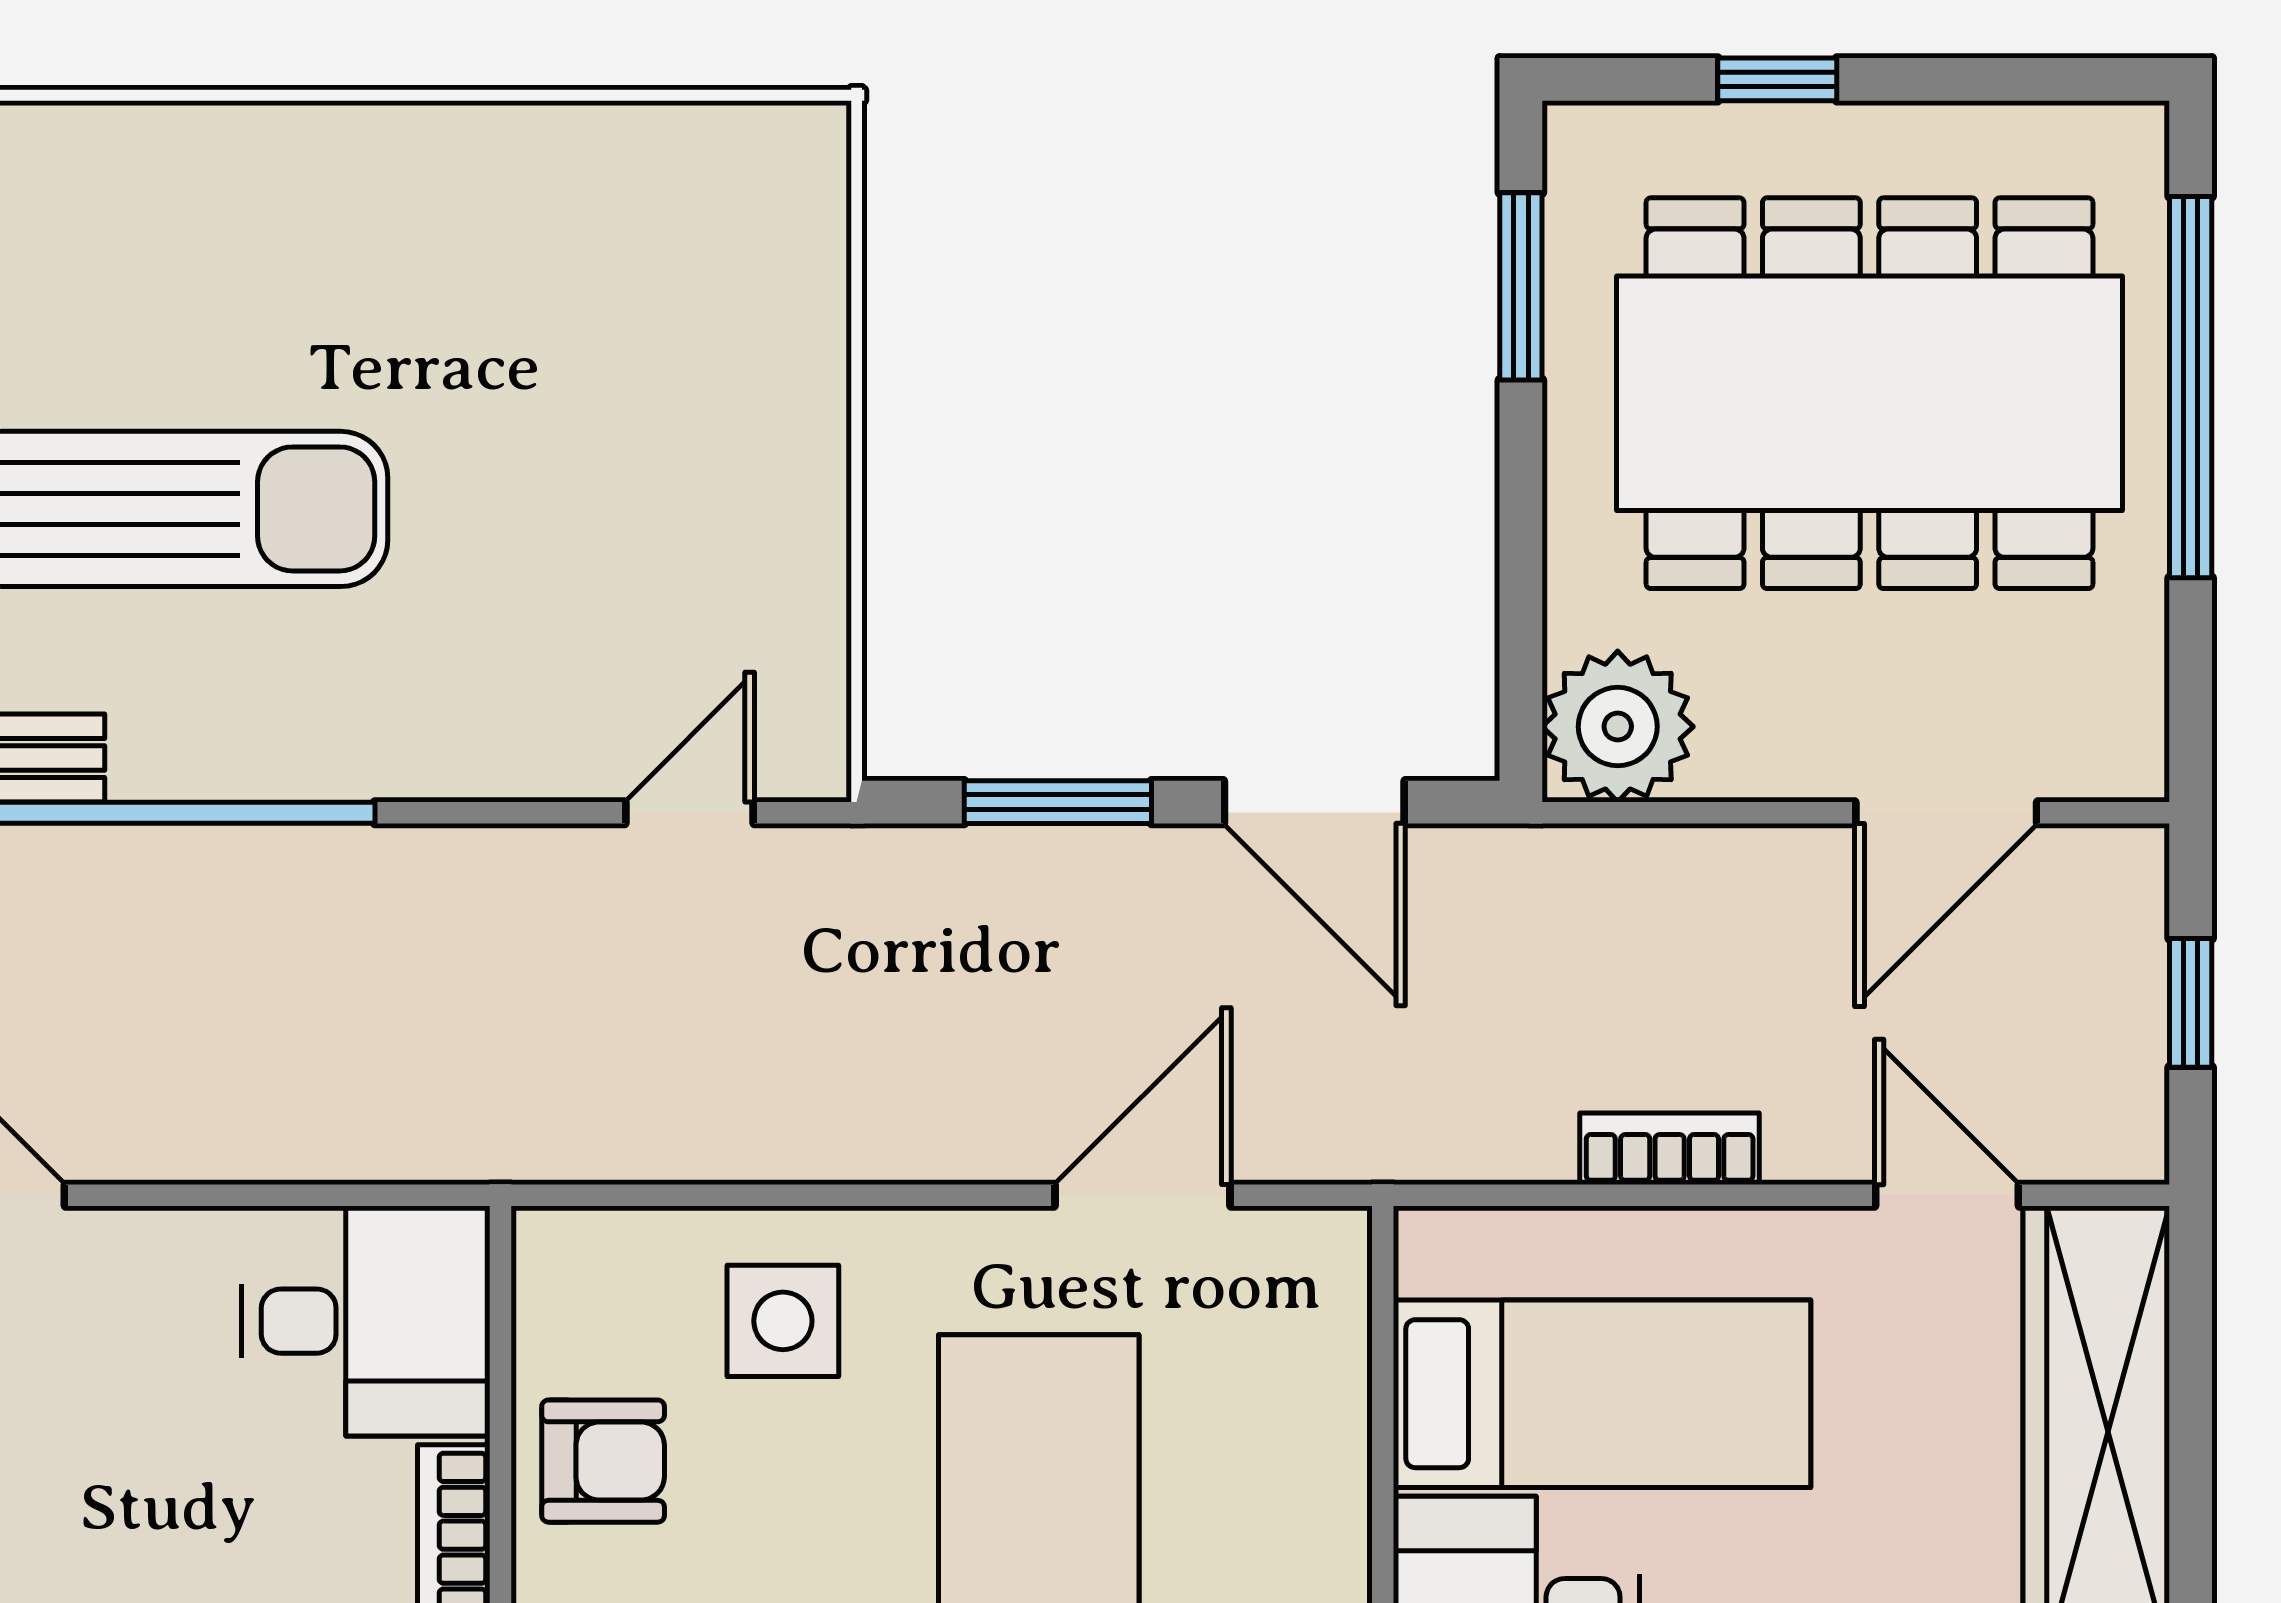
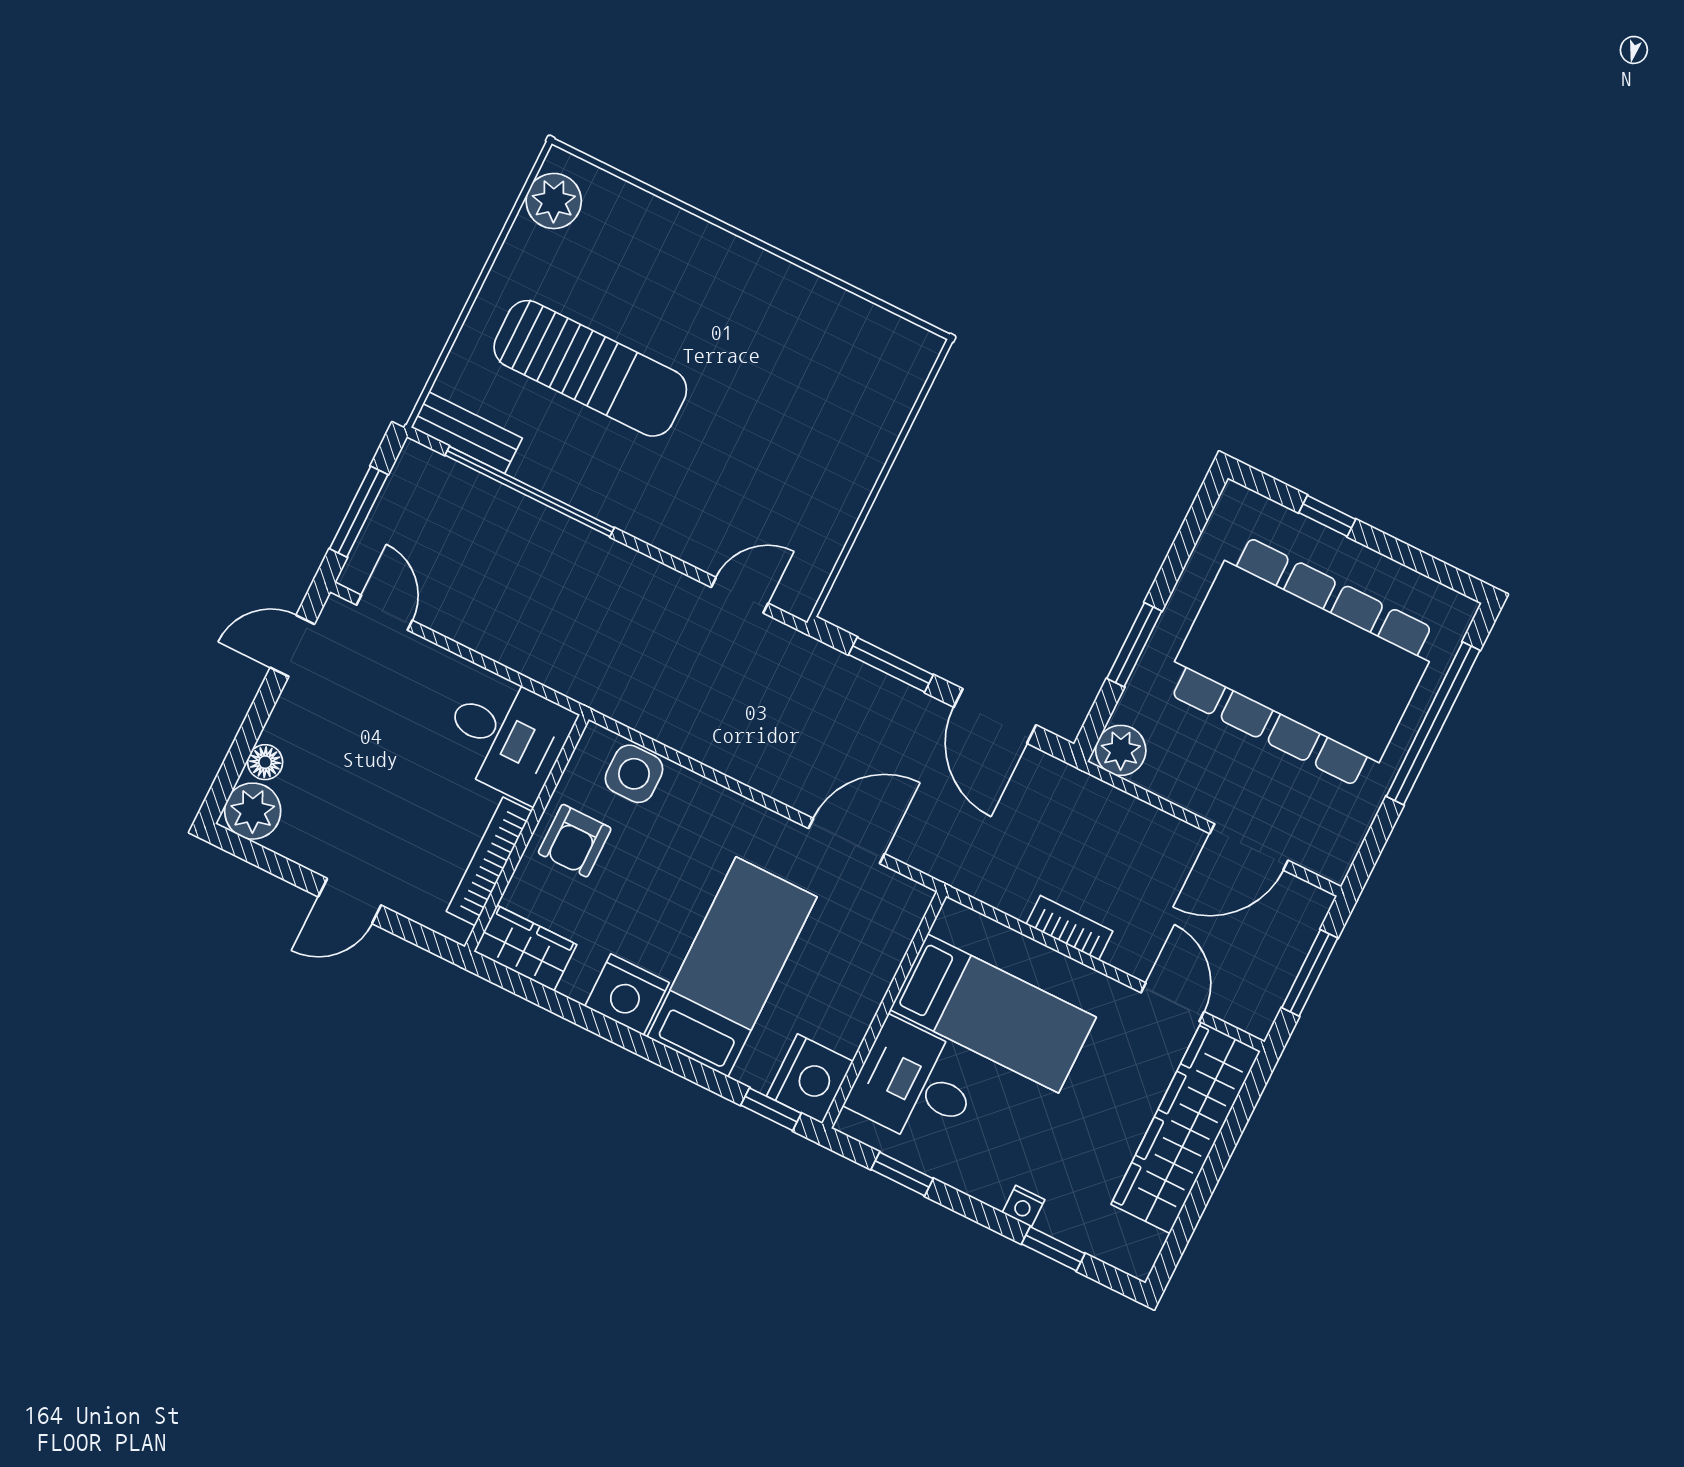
window: (1521, 286) -> (1134, 645), moved
plant: (1618, 727) -> (1121, 750), width x0.73, depth x0.73
window: (2191, 1003) -> (1310, 973), width x1.50
side table: (783, 1321) -> (634, 774), moved
armchair: (603, 1461) -> (575, 841), turned 90

